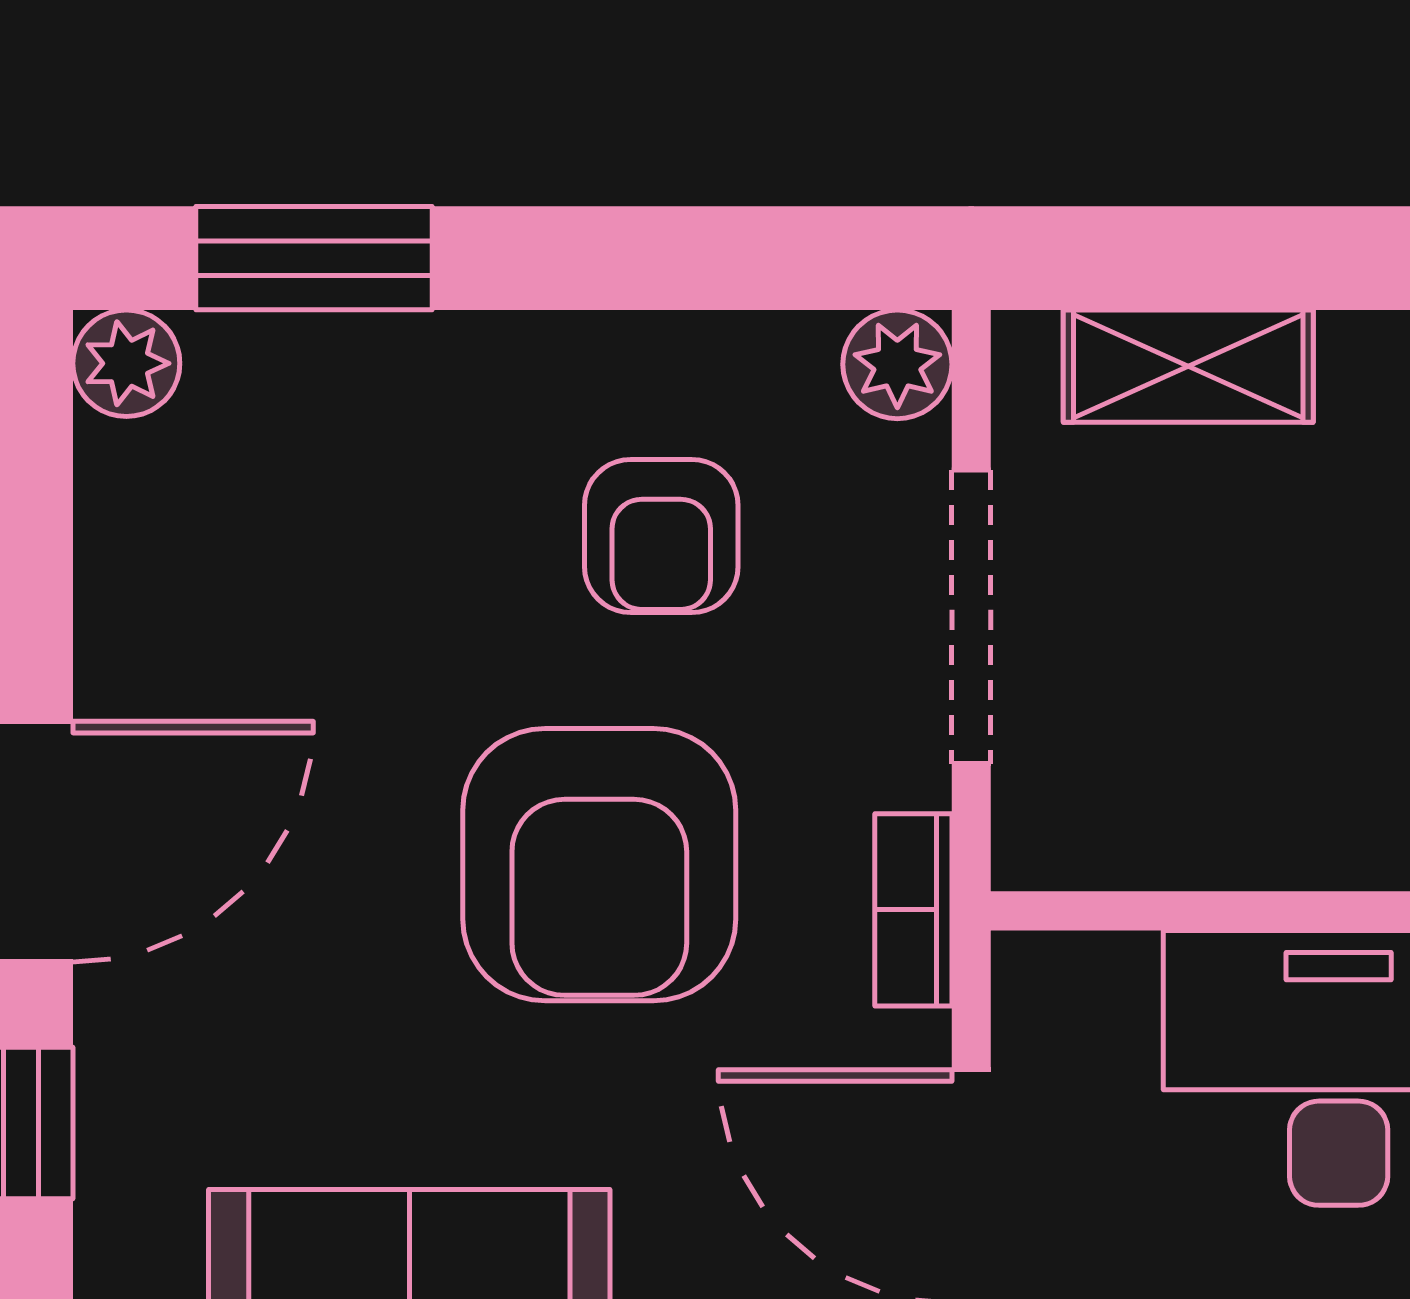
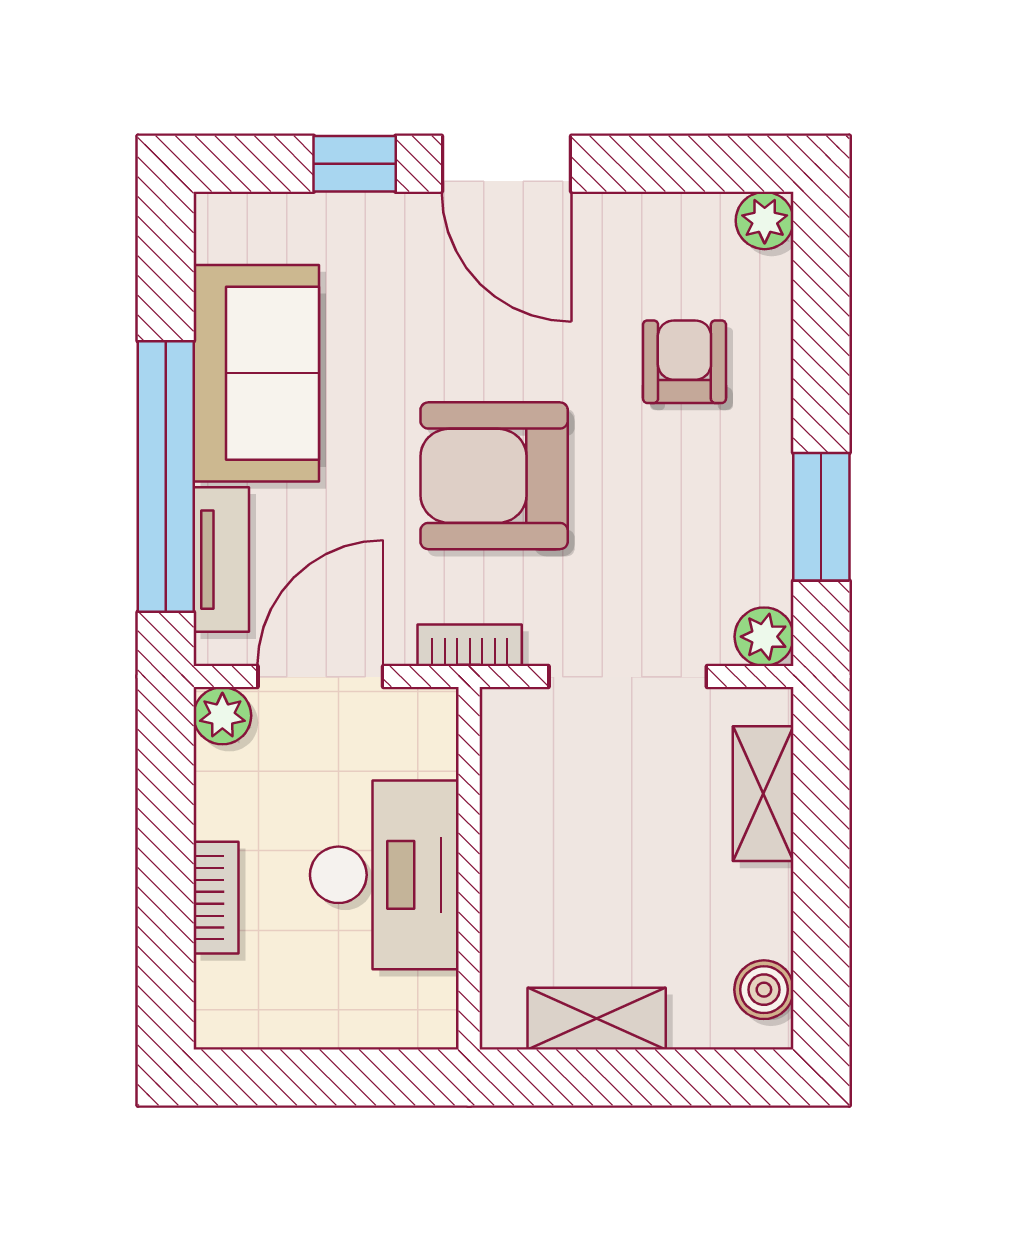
window: (314, 258) -> (821, 517), moved
armchair: (661, 536) -> (684, 362), moved, turned 90

